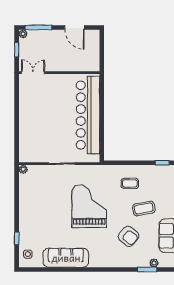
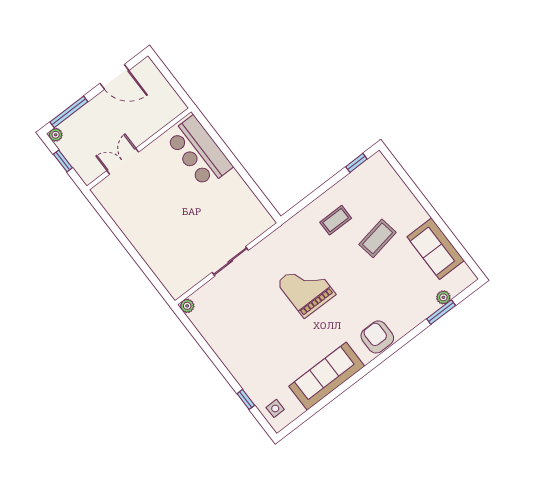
double door: (33, 73) -> (123, 161), moved
bar counter: (88, 115) -> (199, 152), width x0.54
grand piano: (89, 206) -> (306, 288), width x0.73, depth x0.68
armchair: (129, 236) -> (377, 337), moved, turned -130

